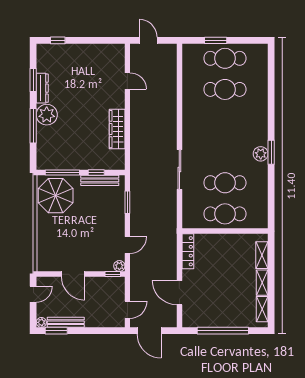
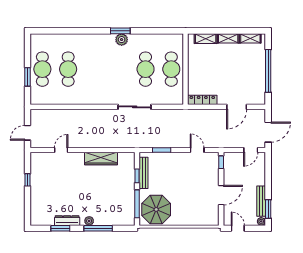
window: (58, 40) -> (28, 180), moved
plant: (47, 115) -> (89, 221), width x0.53, depth x0.53
plant: (119, 266) -> (214, 157), removed
door: (127, 310) -> (251, 150), swing flipped

